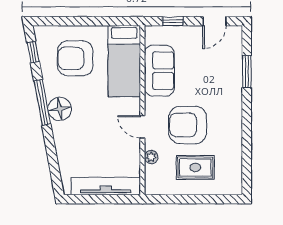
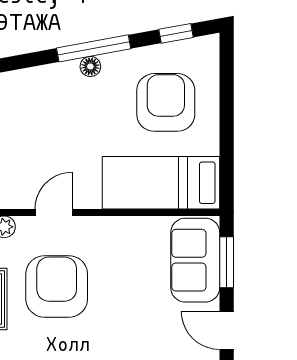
window: (173, 21) -> (227, 262), width x1.50
sofa: (159, 71) -> (195, 260), moved, turned 90
floor lamp: (60, 109) -> (90, 66), width x0.53, depth x0.53

